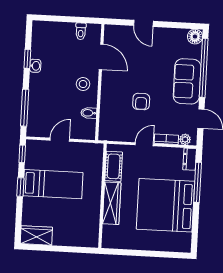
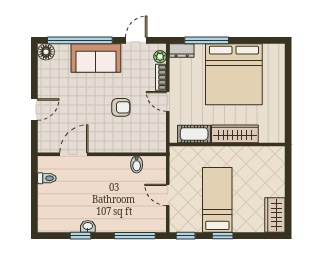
stool: (83, 84) -> (105, 173), removed

